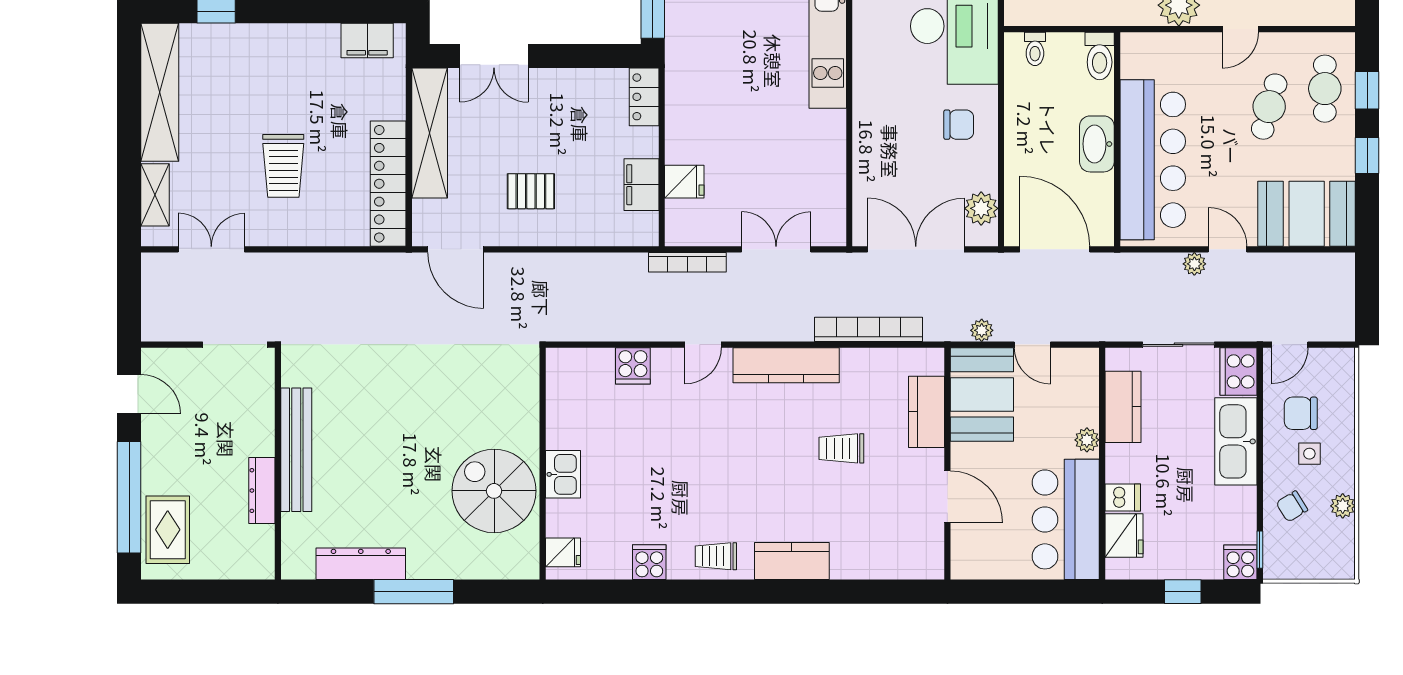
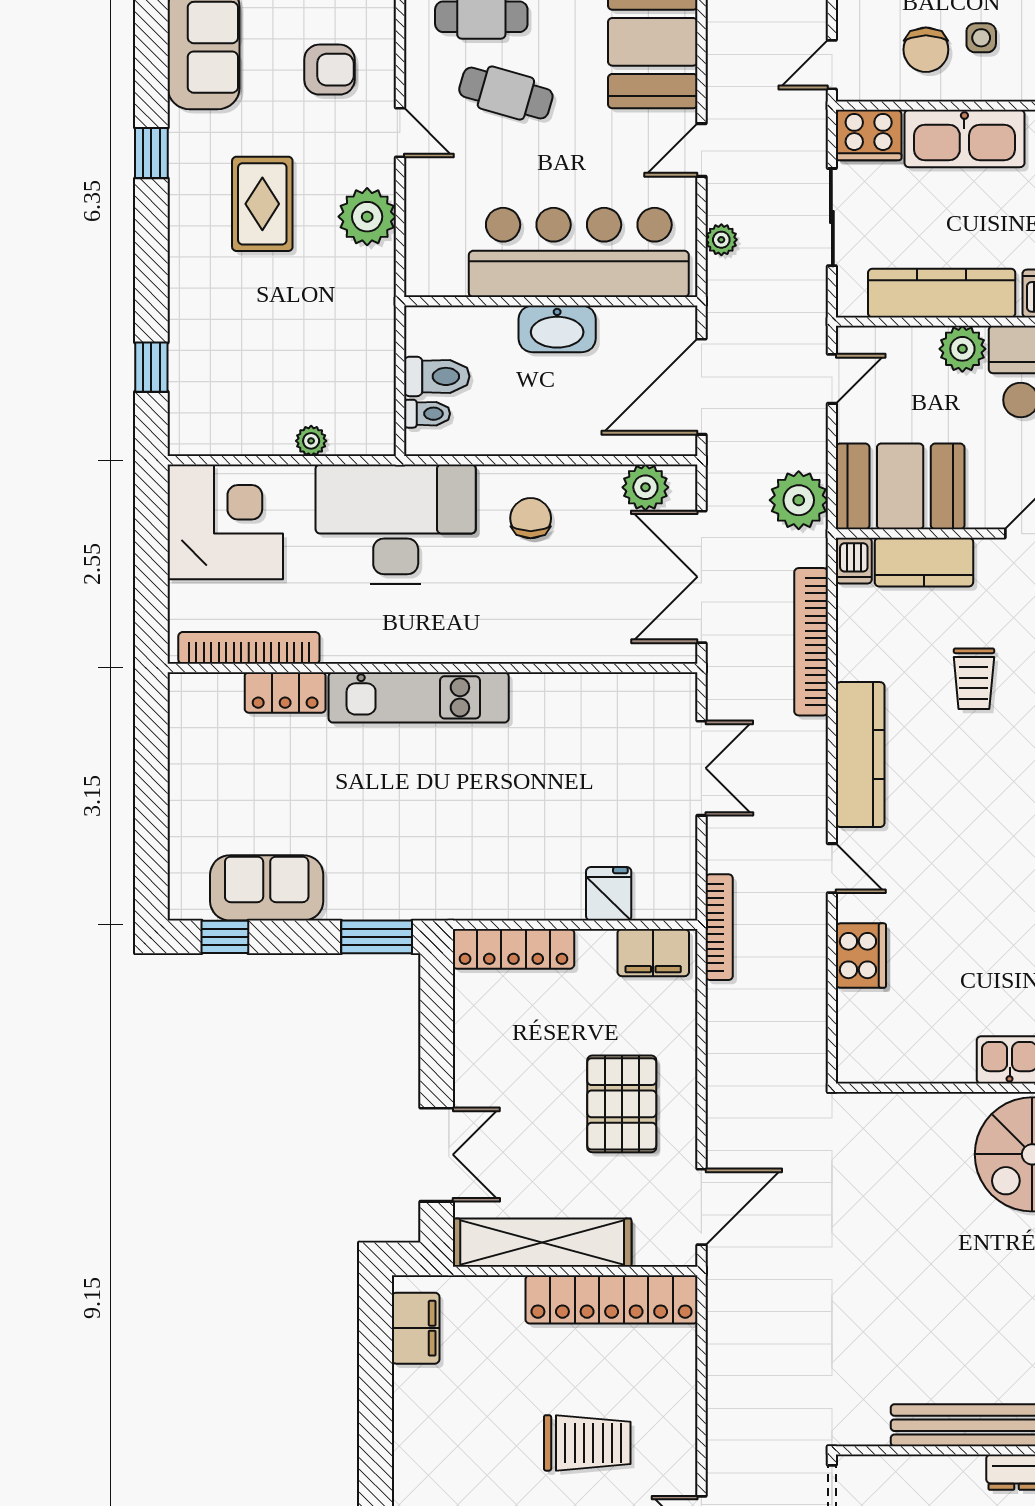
toilet: (1100, 56) -> (437, 376), moved
locker: (644, 97) -> (513, 949), width x1.53
filing cabinet: (641, 185) -> (653, 953), moved
pallet: (531, 191) -> (622, 1104), width x1.50, depth x1.42
double door: (776, 249) -> (701, 768), swing flipped
bookcase: (687, 262) -> (719, 927), moved
plant: (1194, 264) -> (721, 240), moved
plant: (982, 330) -> (799, 500), width x1.87, depth x1.87
door: (1032, 345) -> (832, 379), moved
door: (1290, 345) -> (832, 65), swing flipped
dishwasher: (928, 361) -> (854, 561), added
cooker: (633, 366) -> (861, 956), width x1.36
kitchen counter: (1123, 407) -> (942, 293), width x1.50
plant: (1087, 440) -> (962, 349), width x1.38, depth x1.38

